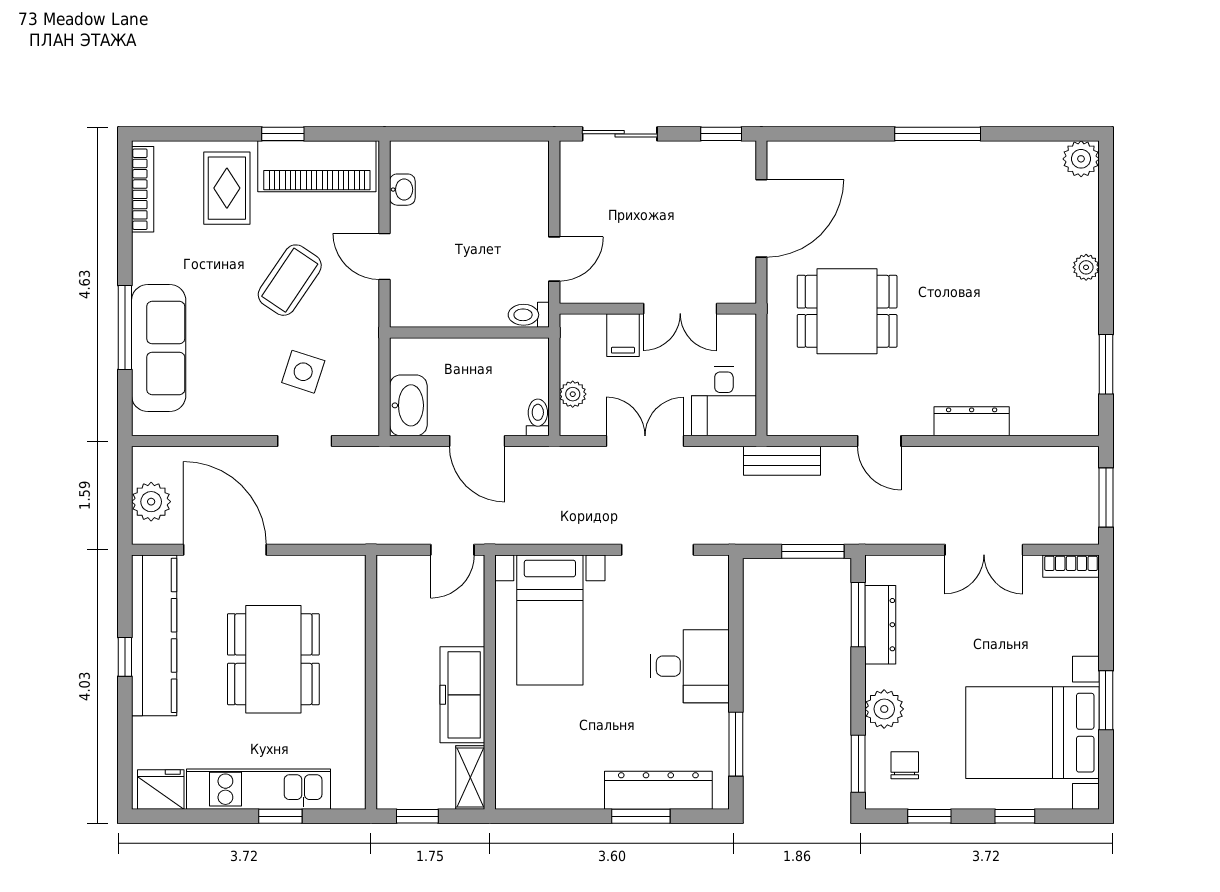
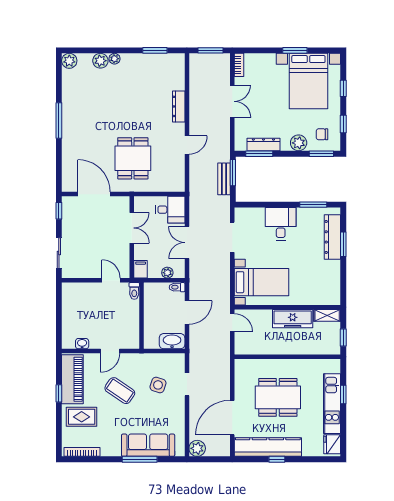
plant: (1081, 234) -> (100, 61), added
filing cabinet: (623, 335) -> (141, 269), moved, turned -90
bench: (782, 461) -> (224, 179), moved
plant: (151, 502) -> (197, 448), moved

